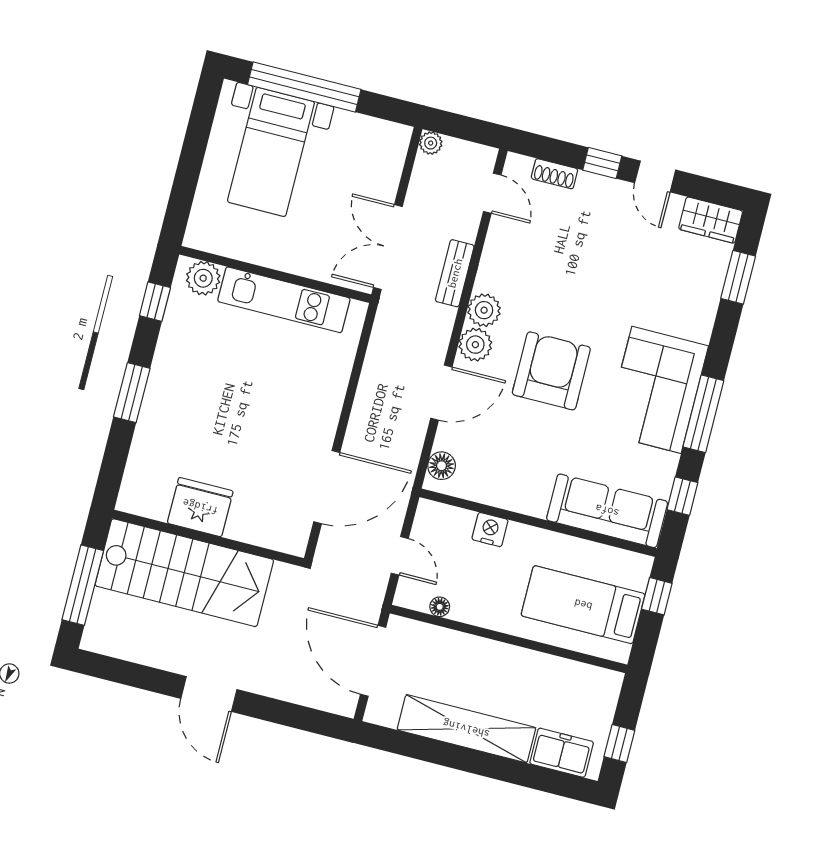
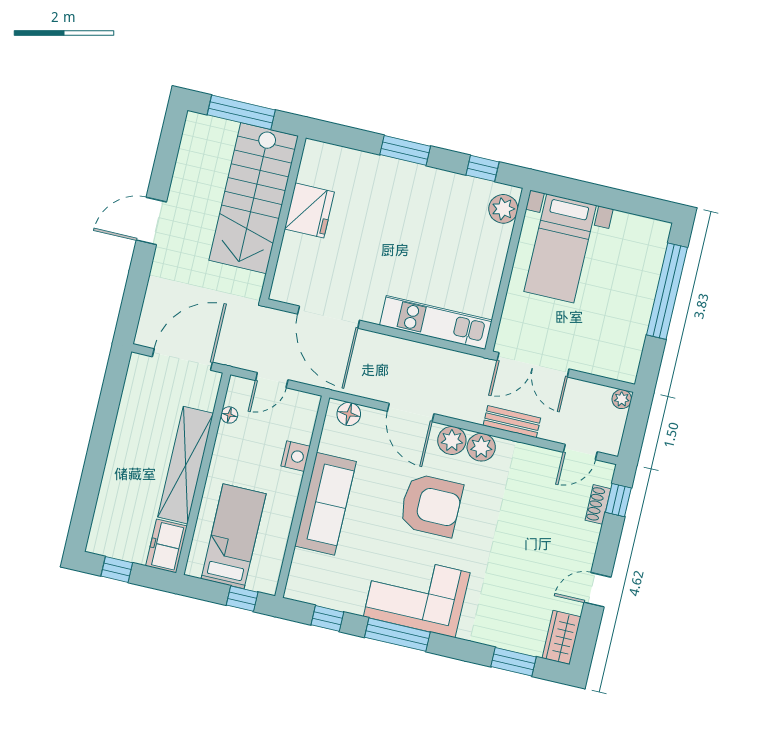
bed with nightstands: (271, 152) -> (560, 248), moved, turned -90
window: (602, 163) -> (618, 500), moved
double door: (388, 247) -> (533, 365), swing flipped
kitchen unit: (284, 300) -> (436, 323), moved, turned 90
sofa: (607, 511) -> (325, 504), moved
shelving: (466, 729) -> (186, 465), moved
freezer: (562, 753) -> (166, 546), moved, turned 180

